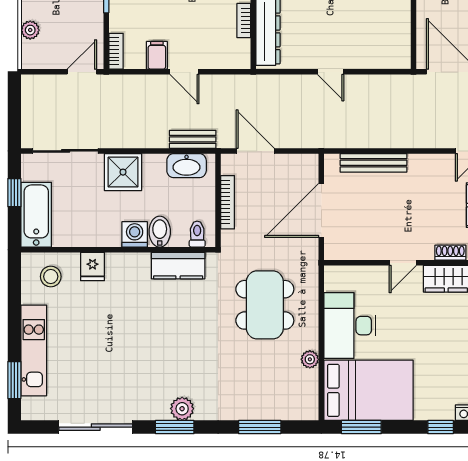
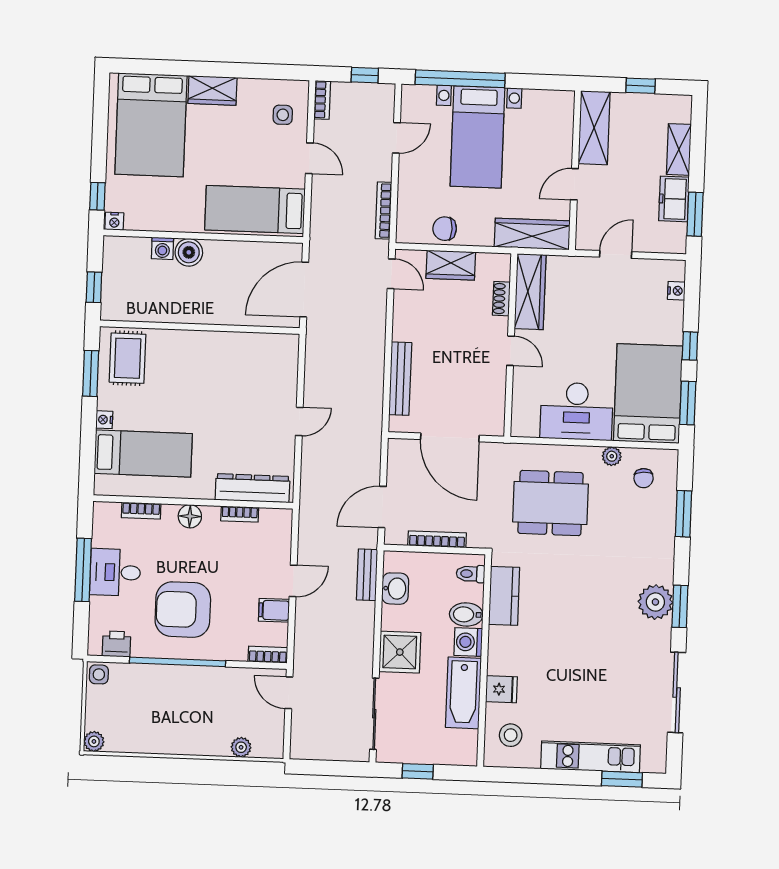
washbasin: (187, 166) -> (395, 589), width x0.72
bathtub: (36, 215) -> (463, 693), moved, turned -90
chair: (291, 389) -> (644, 478), added
plant: (182, 409) -> (655, 602), width x1.36, depth x1.36
window: (441, 427) -> (690, 346), moved

